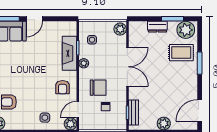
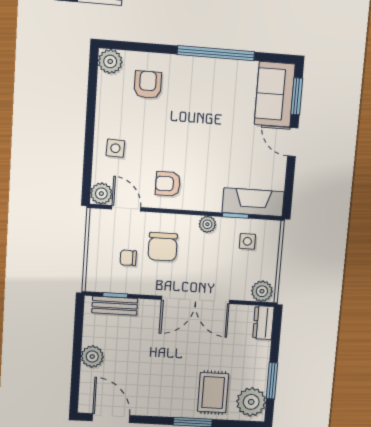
dresser: (157, 27) -> (263, 323), moved
fireplace: (70, 53) -> (253, 202), moved

